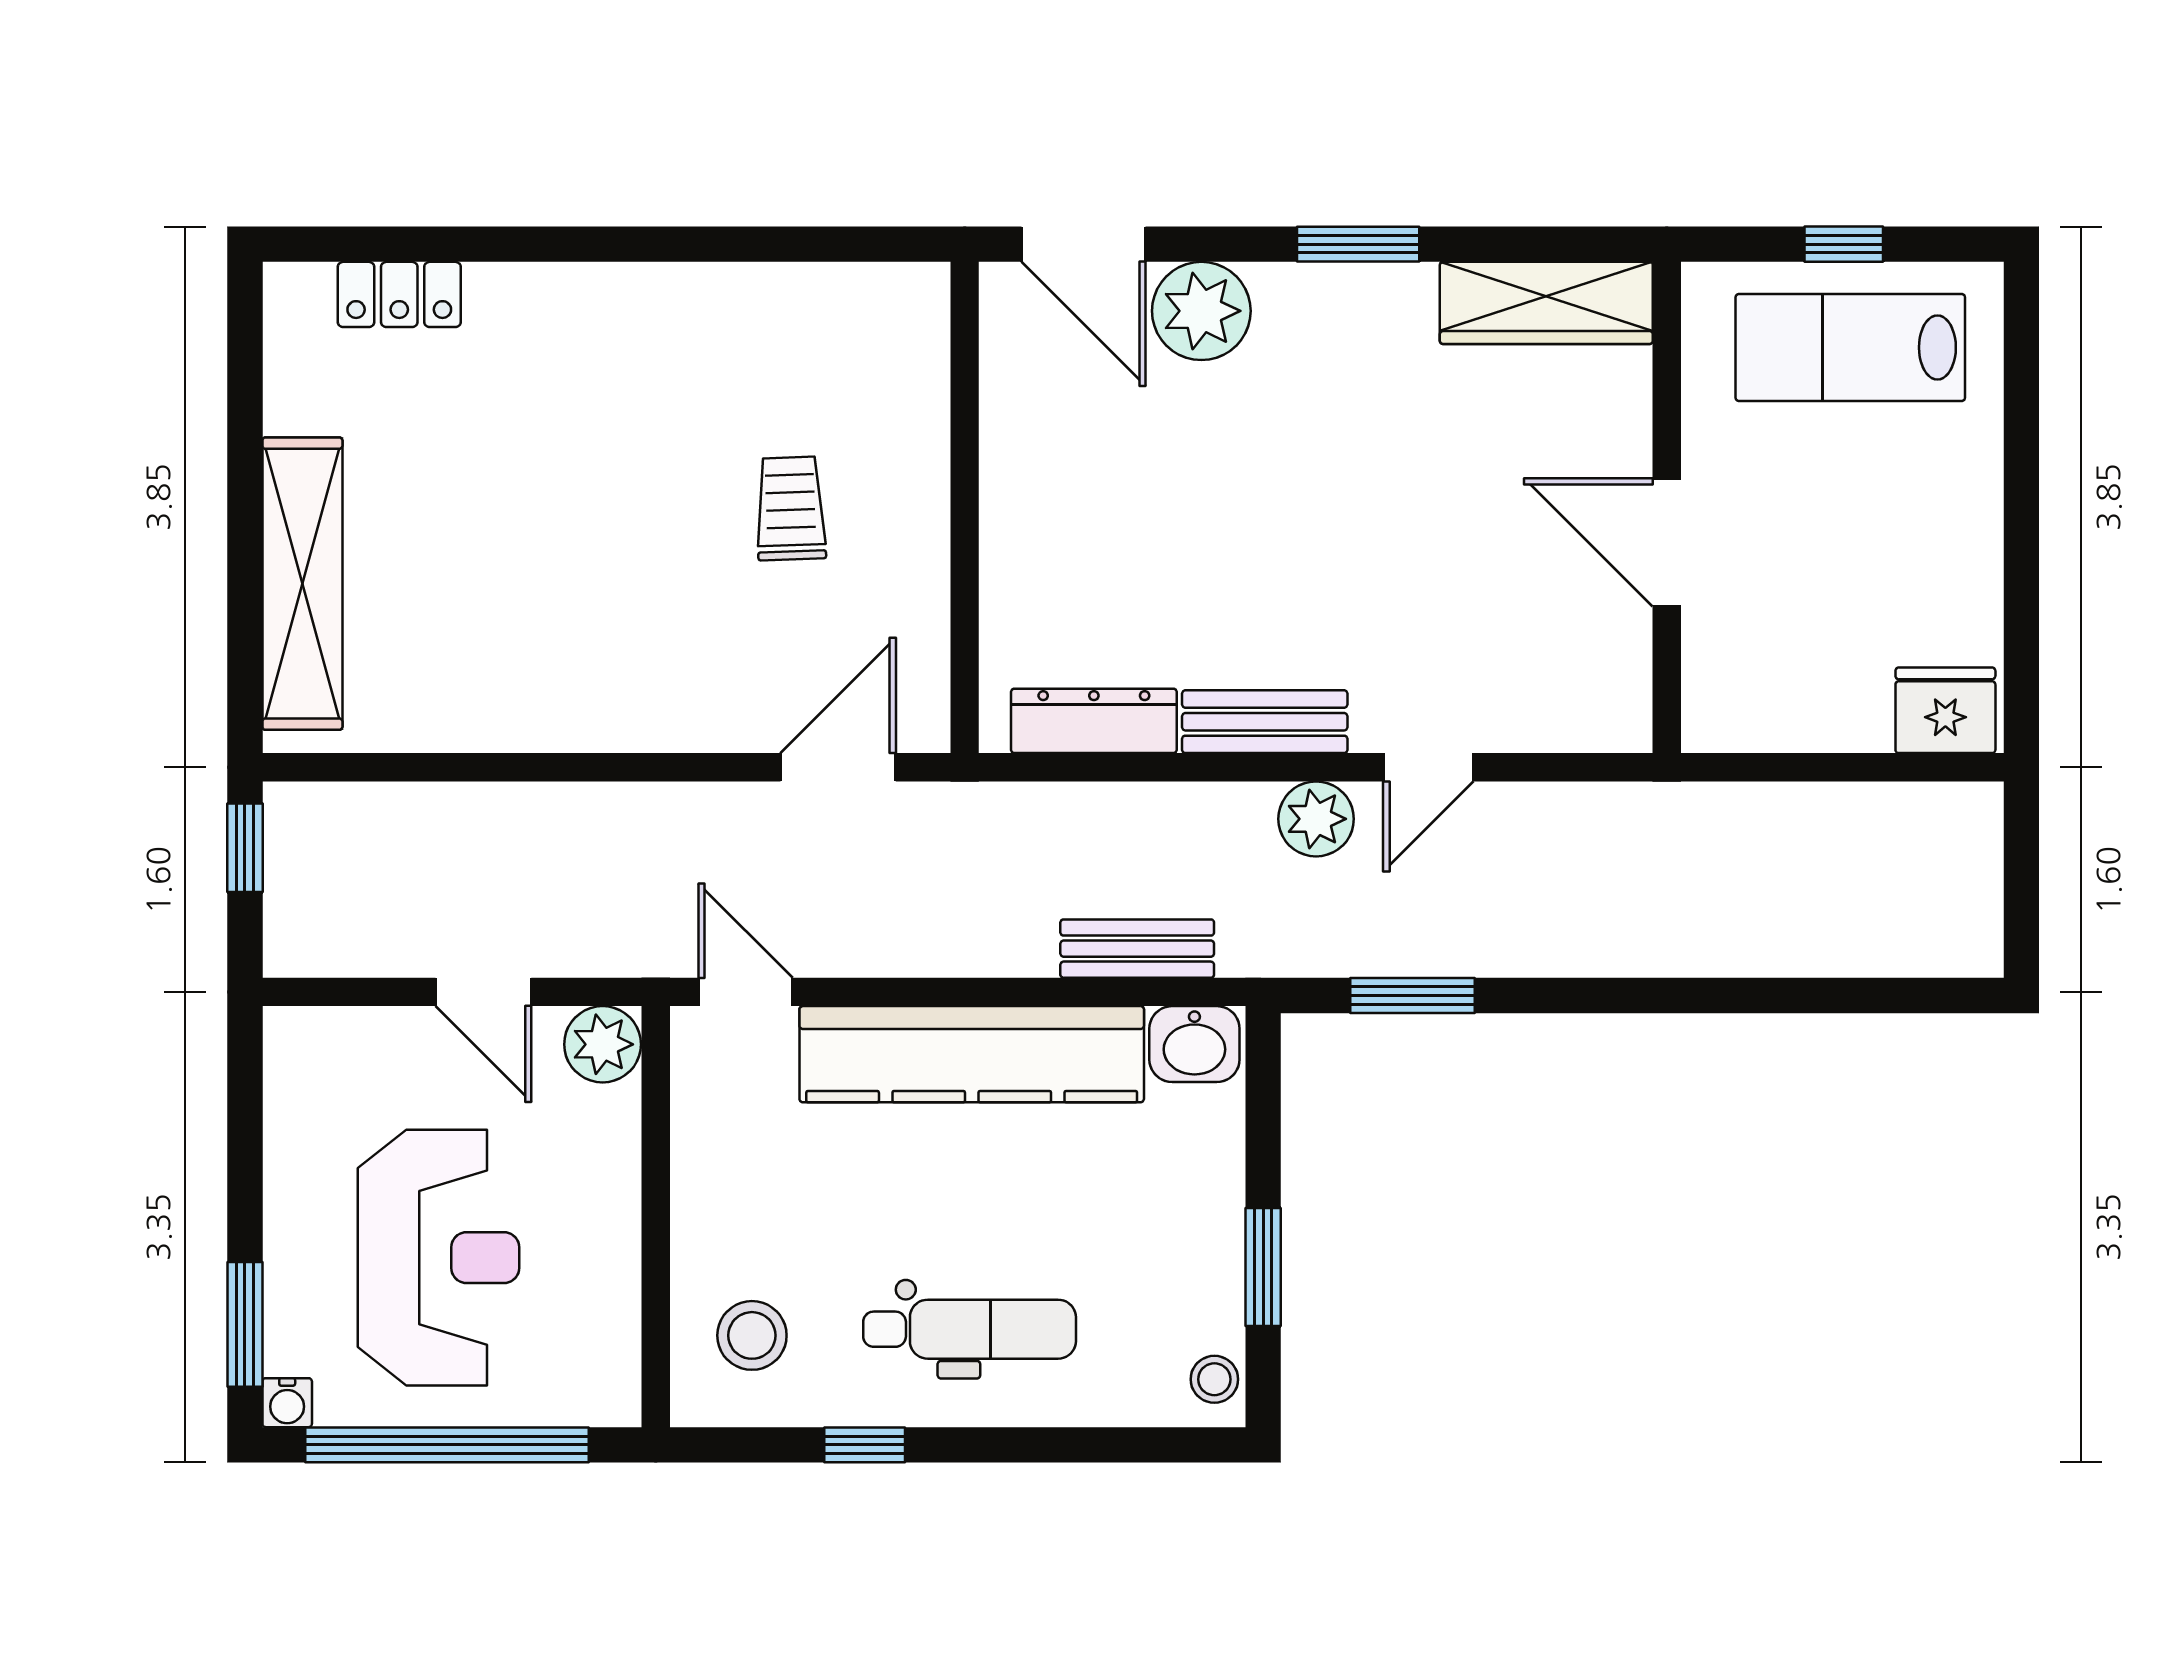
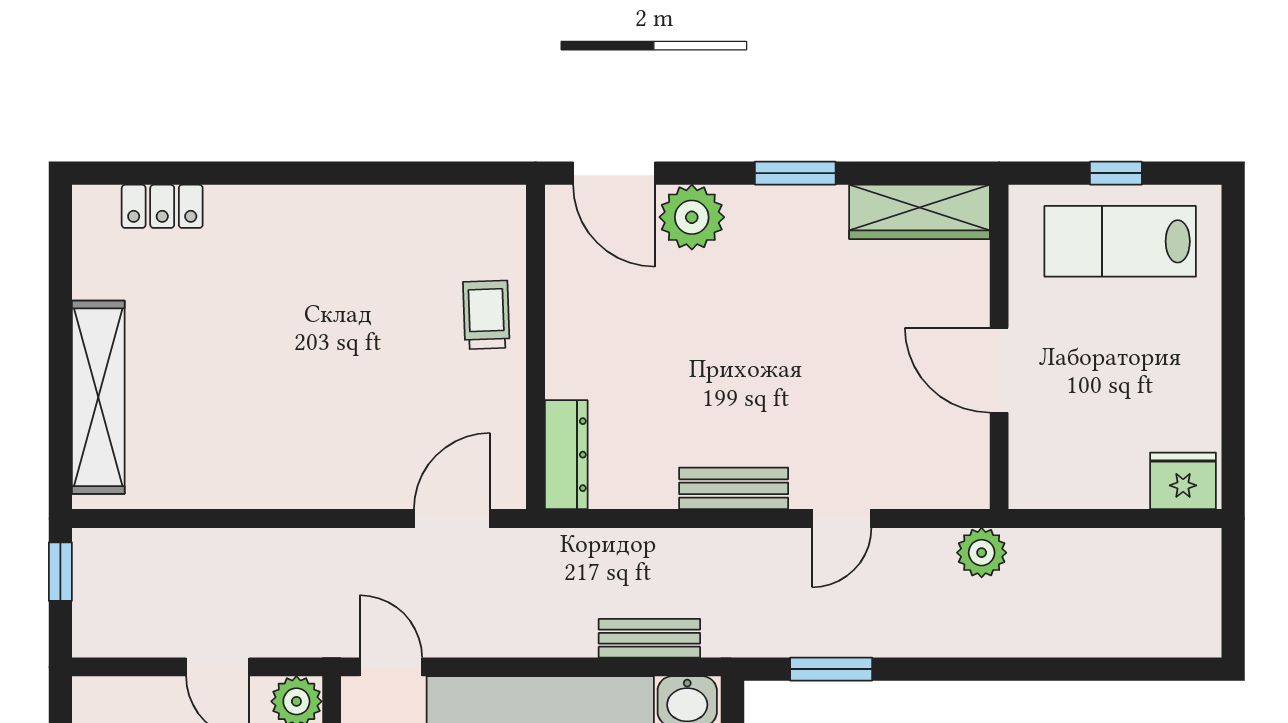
trolley: (791, 508) -> (486, 315), moved
dresser: (1094, 721) -> (566, 455), moved, turned 90
plant: (1316, 819) -> (982, 553), moved

